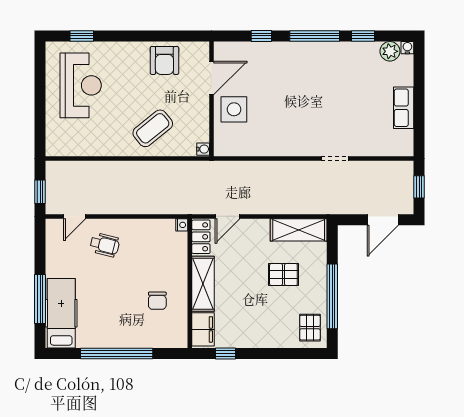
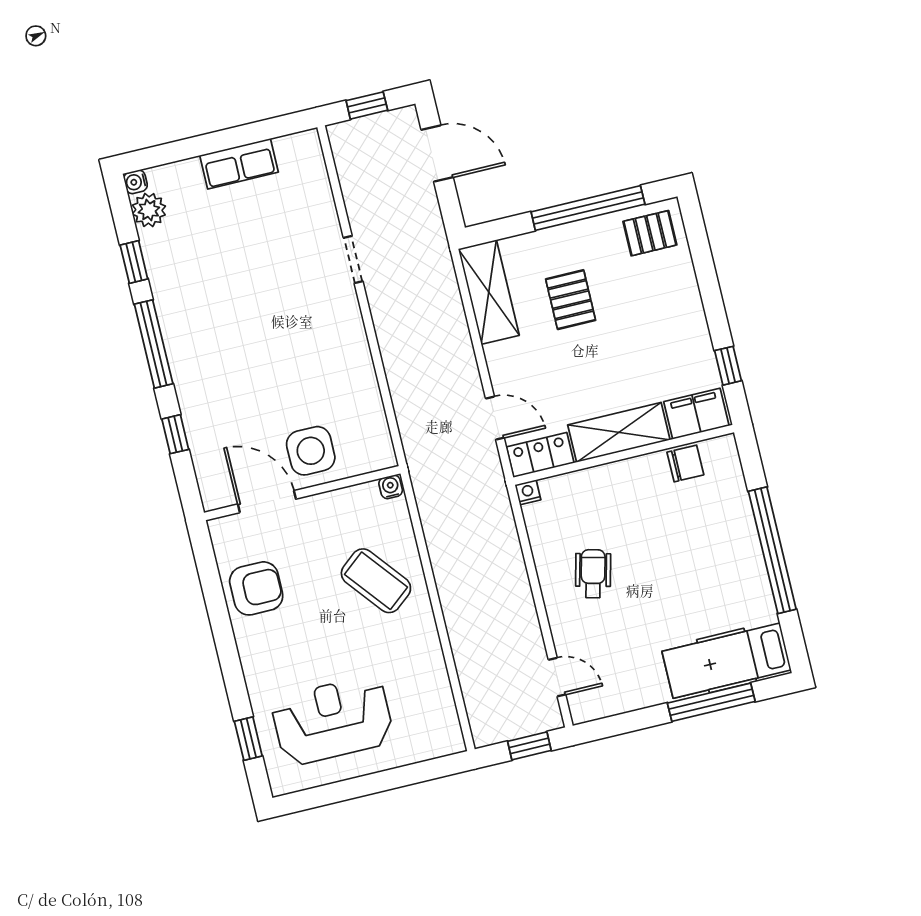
wheelchair: (105, 245) -> (593, 574), moved
chair: (157, 301) -> (685, 464), moved

